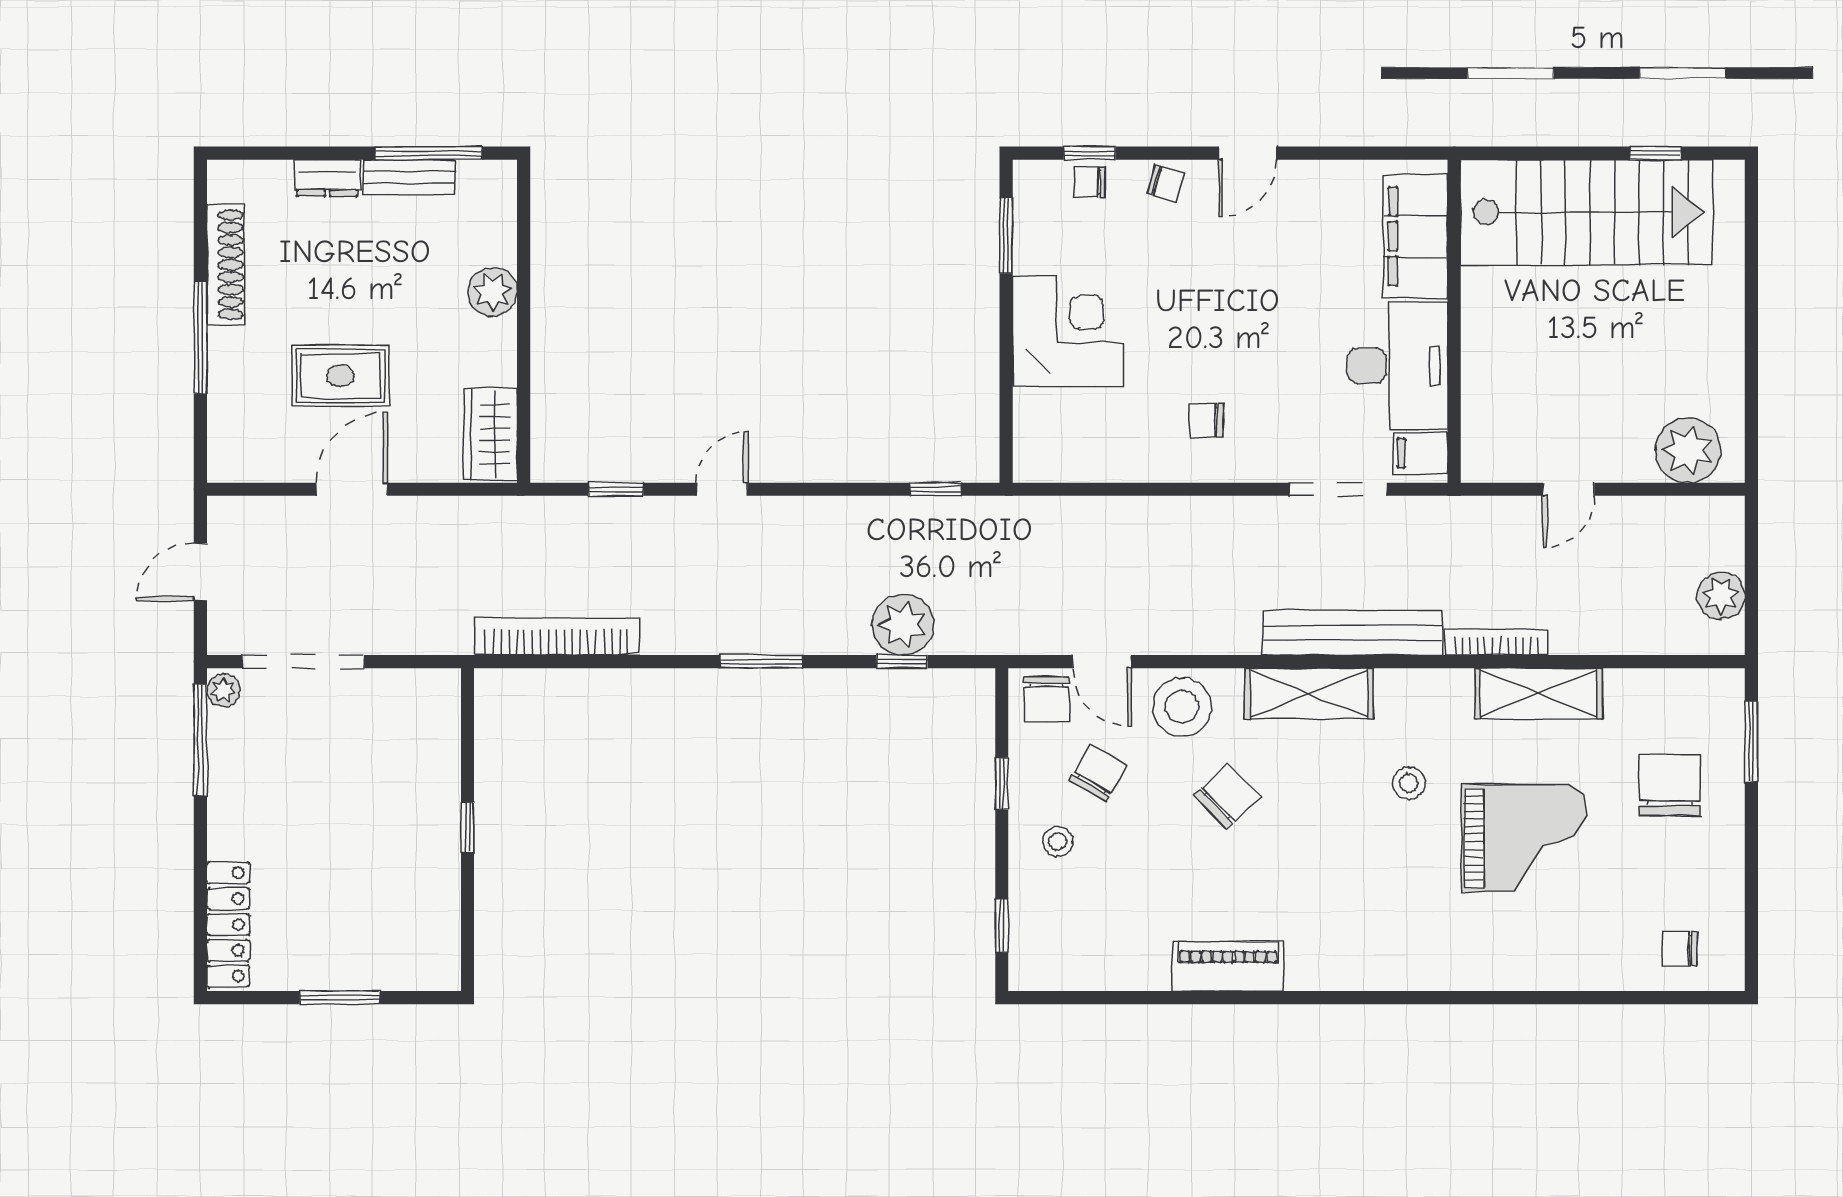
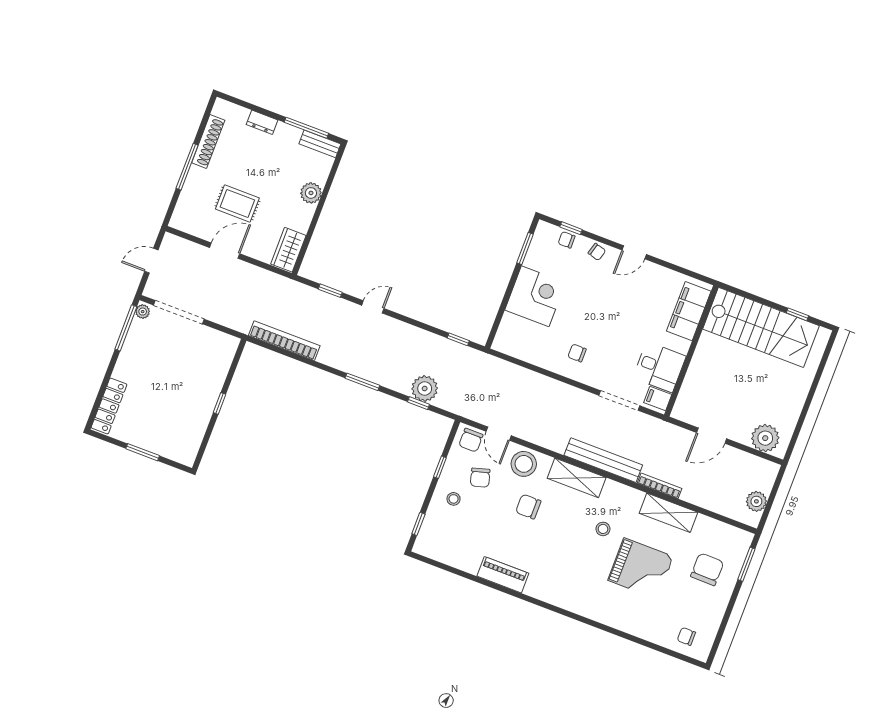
bench: (409, 177) -> (320, 144), moved
desk: (1398, 366) -> (659, 367), width x0.73
door: (1569, 489) -> (712, 436), width x1.38
chair: (1098, 773) -> (480, 478), turned 134
chair: (1227, 796) -> (528, 507), turned -136

